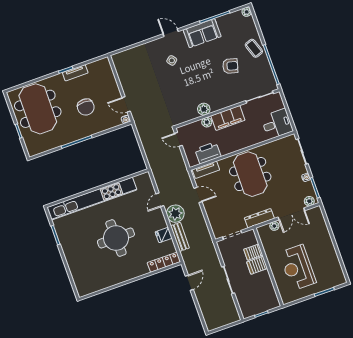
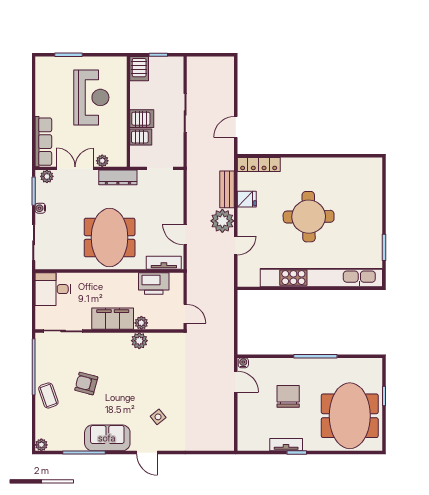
row of seats: (320, 225) -> (43, 142), added
server rack: (271, 300) -> (139, 69), added

